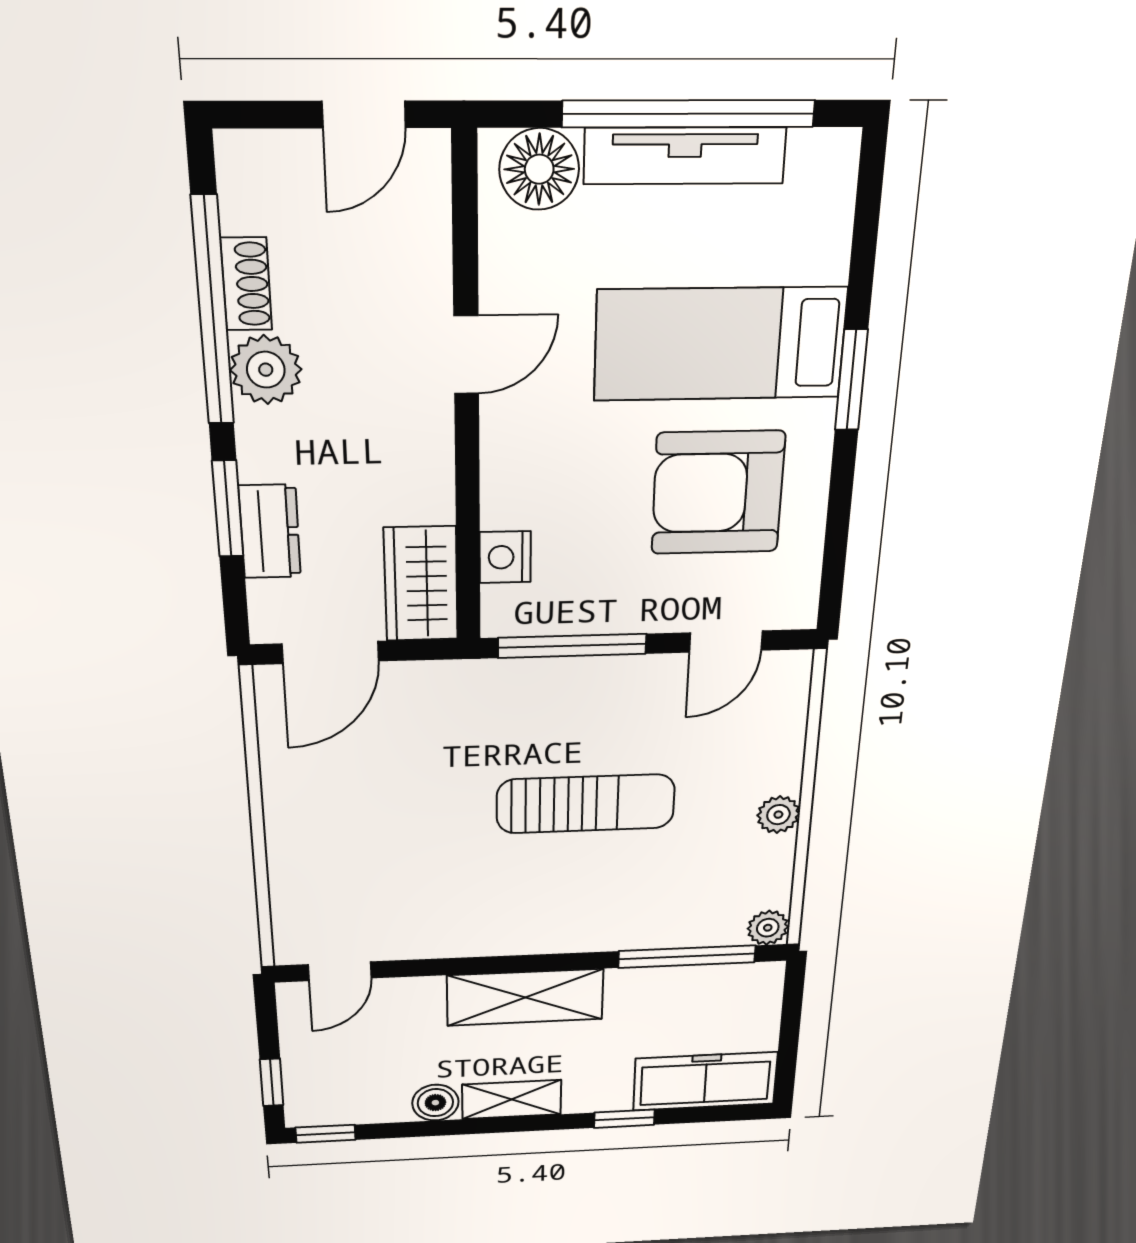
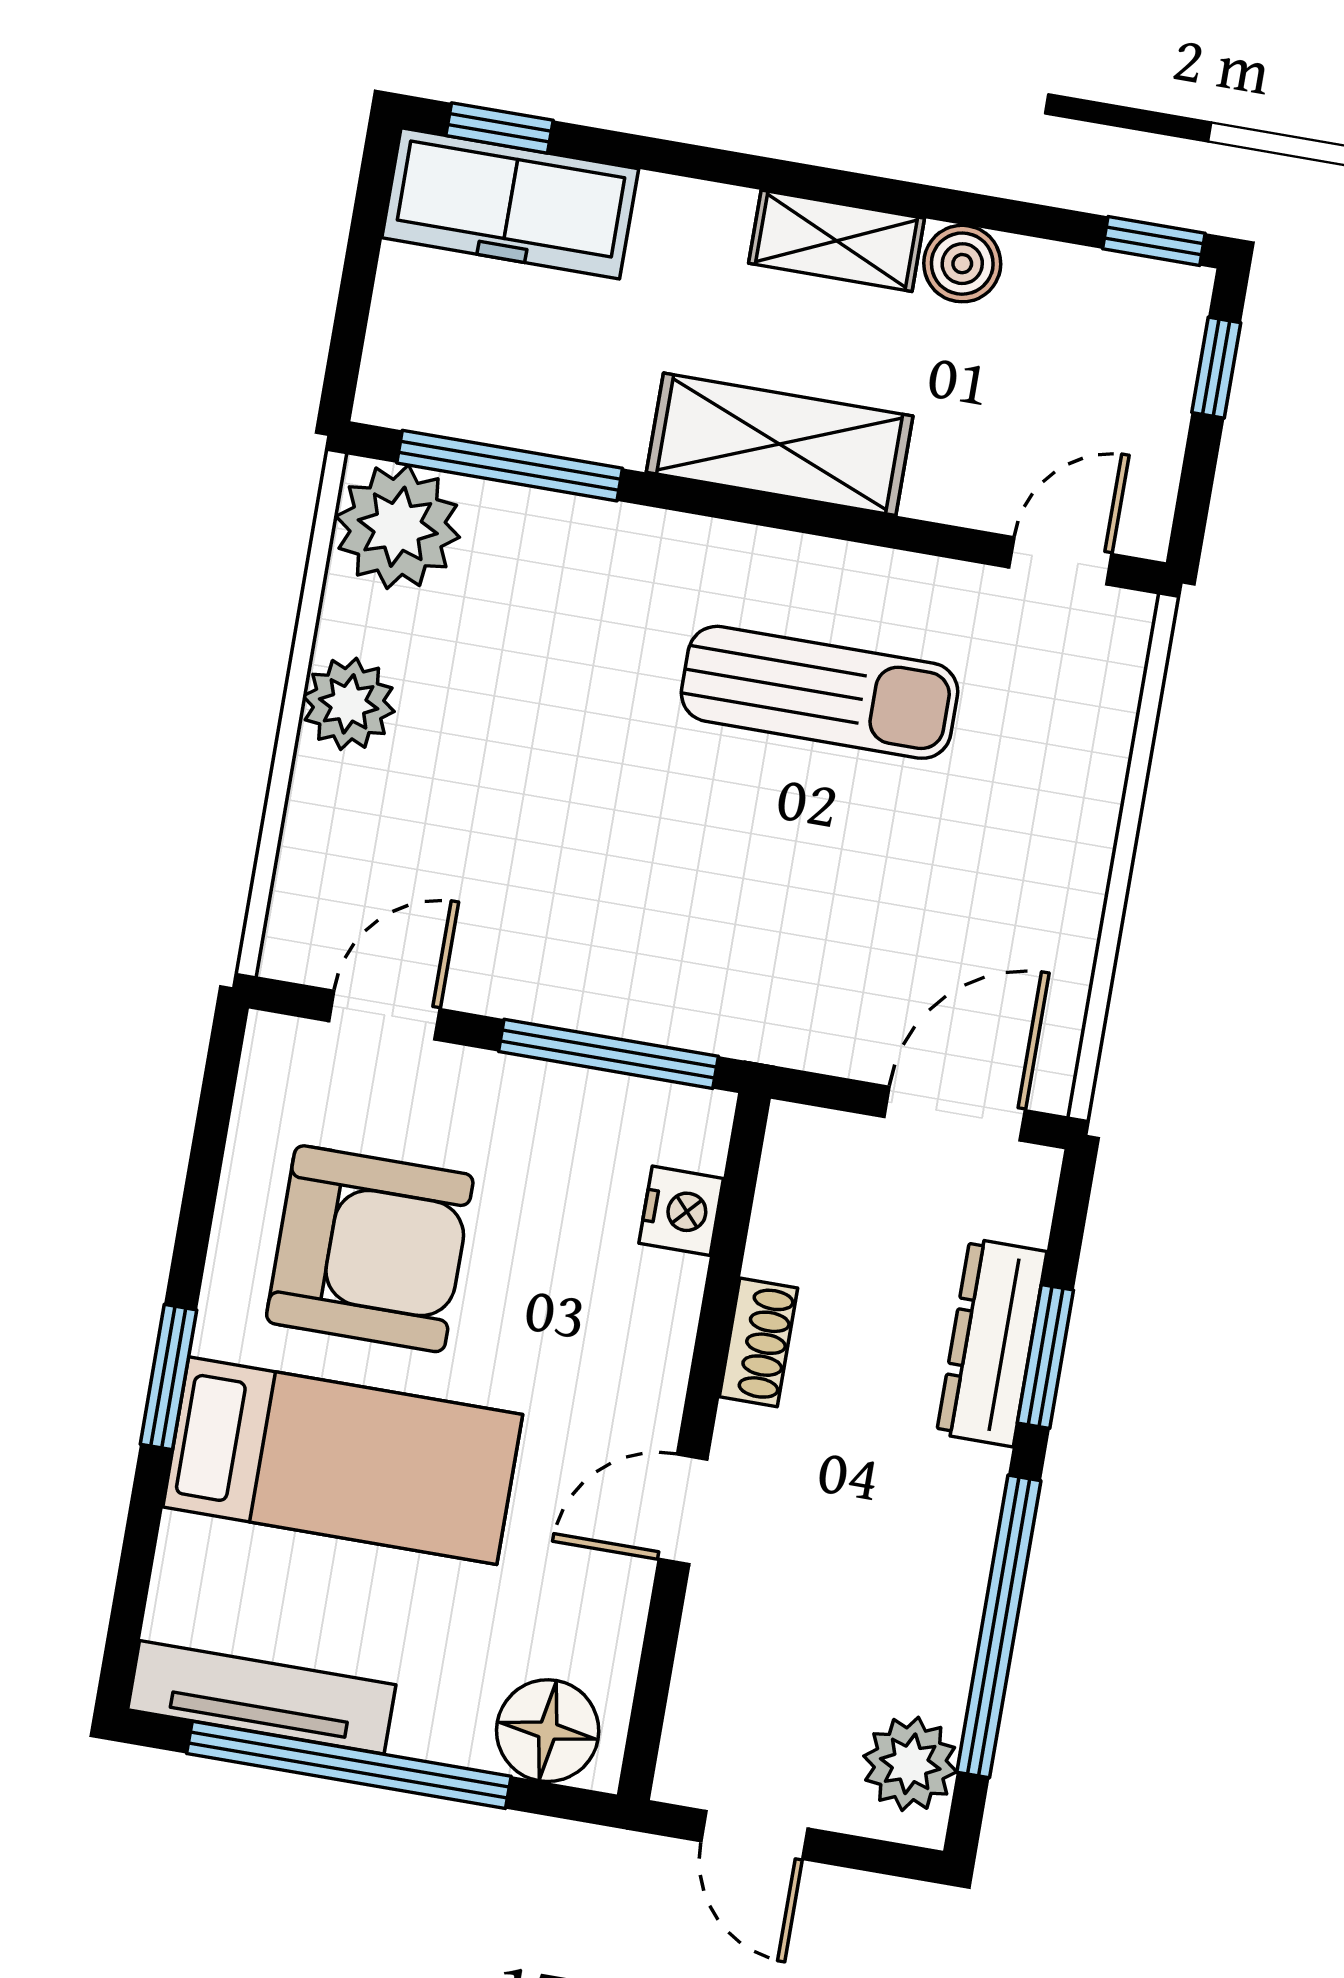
door: (364, 115) -> (754, 1835), swing flipped
tv unit: (685, 156) -> (262, 1697), moved
shoe rack: (246, 284) -> (758, 1342), moved, turned 180
plant: (266, 370) -> (910, 1764), moved
dresser: (270, 531) -> (992, 1343), width x1.44
wardrobe: (421, 584) -> (806, 1194), removed
sun lounger: (586, 804) -> (820, 692), moved, turned 180
plant: (778, 815) -> (349, 704), width x1.38, depth x1.38
plant: (768, 928) -> (398, 527), width x1.87, depth x1.87
window: (624, 1119) -> (499, 128), moved

